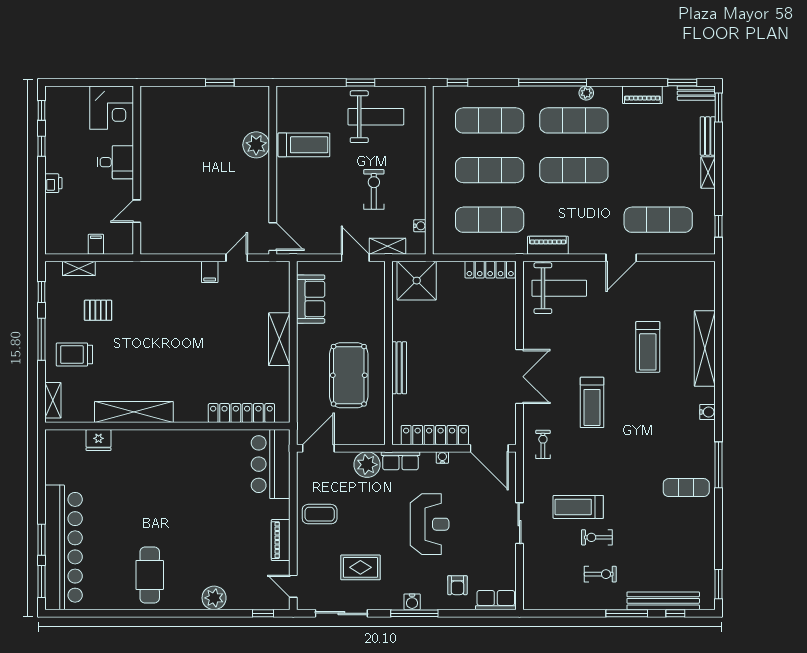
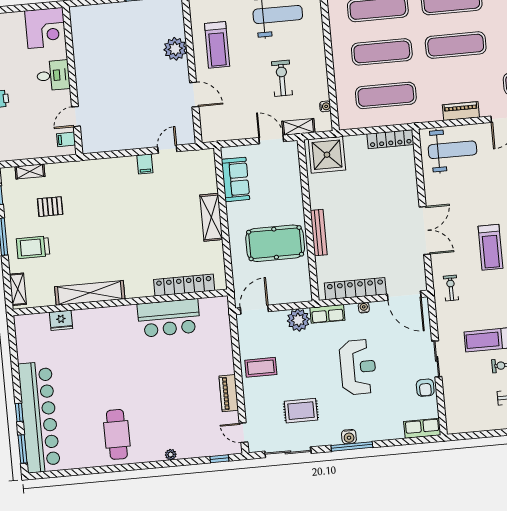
treadmill: (304, 145) -> (217, 45), turned 90
door: (273, 237) -> (194, 95), moved
filing cabinet: (96, 244) -> (66, 139), moved, turned -90
piano: (548, 245) -> (461, 111), moved
pool table: (349, 375) -> (275, 243), turned 90
bar counter: (271, 464) -> (169, 318), moved, turned -90
window: (41, 540) -> (19, 412), width x0.67
armchair: (457, 585) -> (425, 388), moved
plant: (214, 598) -> (171, 455), width x0.53, depth x0.53

